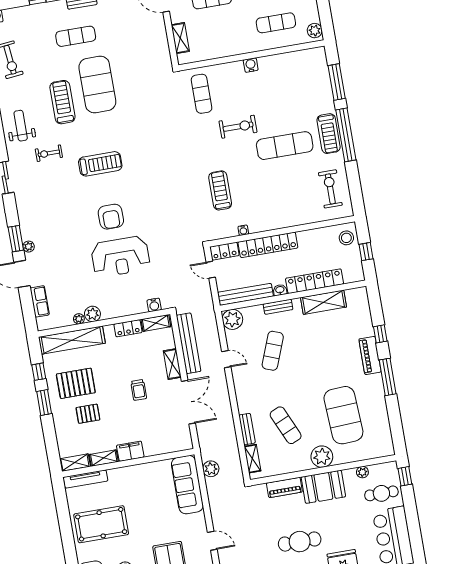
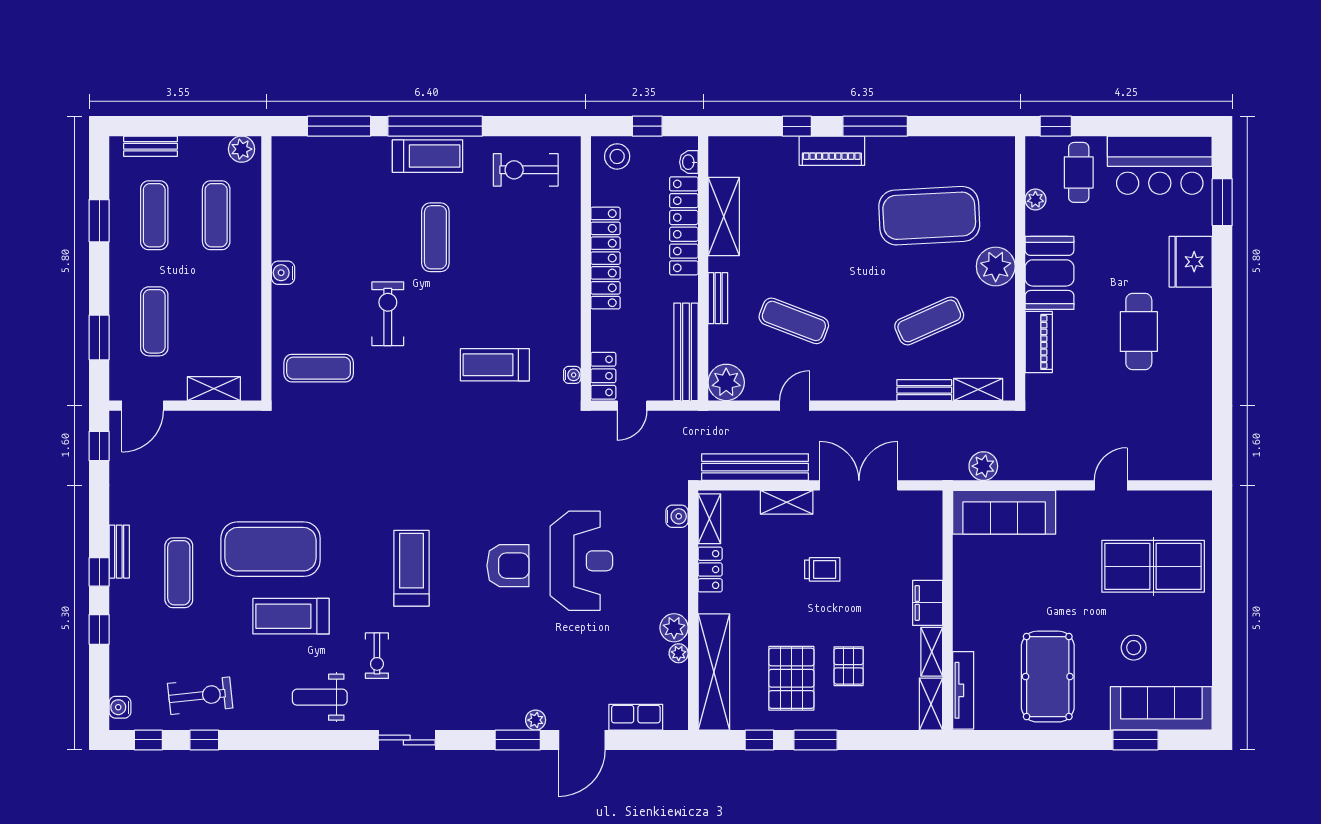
exercise mat: (285, 146) -> (435, 237), width x0.73, depth x0.69
water cooler: (243, 230) -> (572, 375), moved
locker: (268, 245) -> (605, 258), moved
washbasin: (280, 290) -> (689, 162), moved

